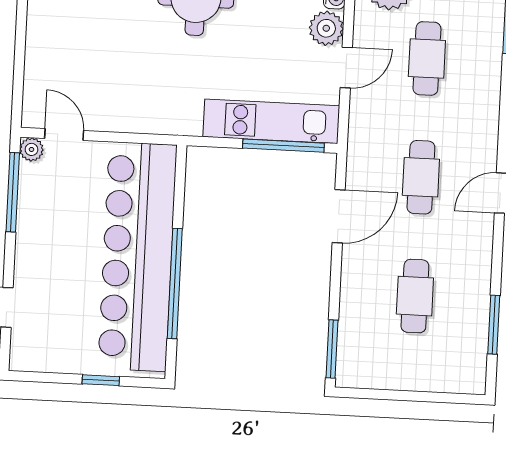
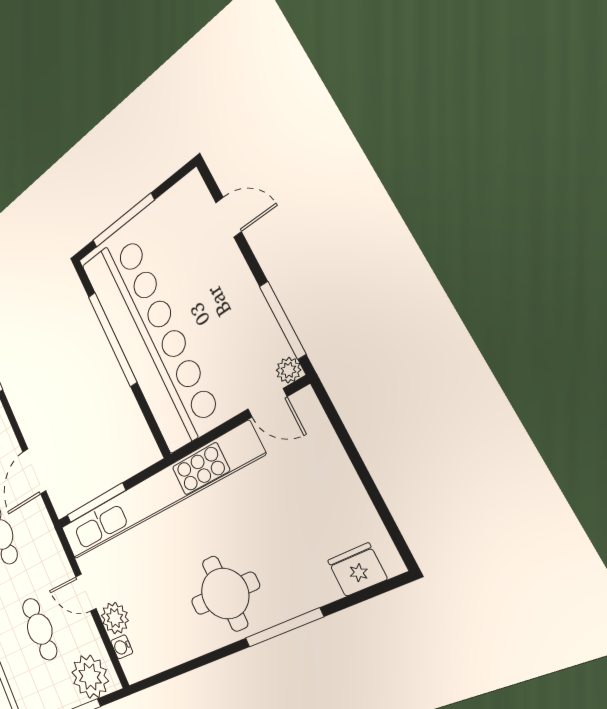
door: (346, 68) -> (86, 593), hinge flipped
kitchen unit: (271, 121) -> (156, 494), width x1.86
window: (101, 380) -> (123, 221), width x2.17

